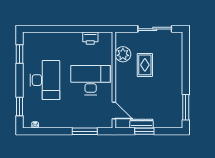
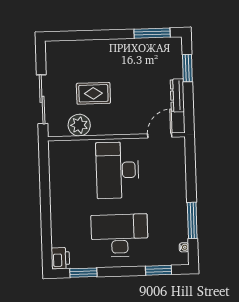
sliding door: (155, 29) -> (42, 99), moved
printer: (90, 38) -> (60, 258), moved
window: (85, 131) -> (192, 220), moved
window: (144, 131) -> (187, 68), moved

